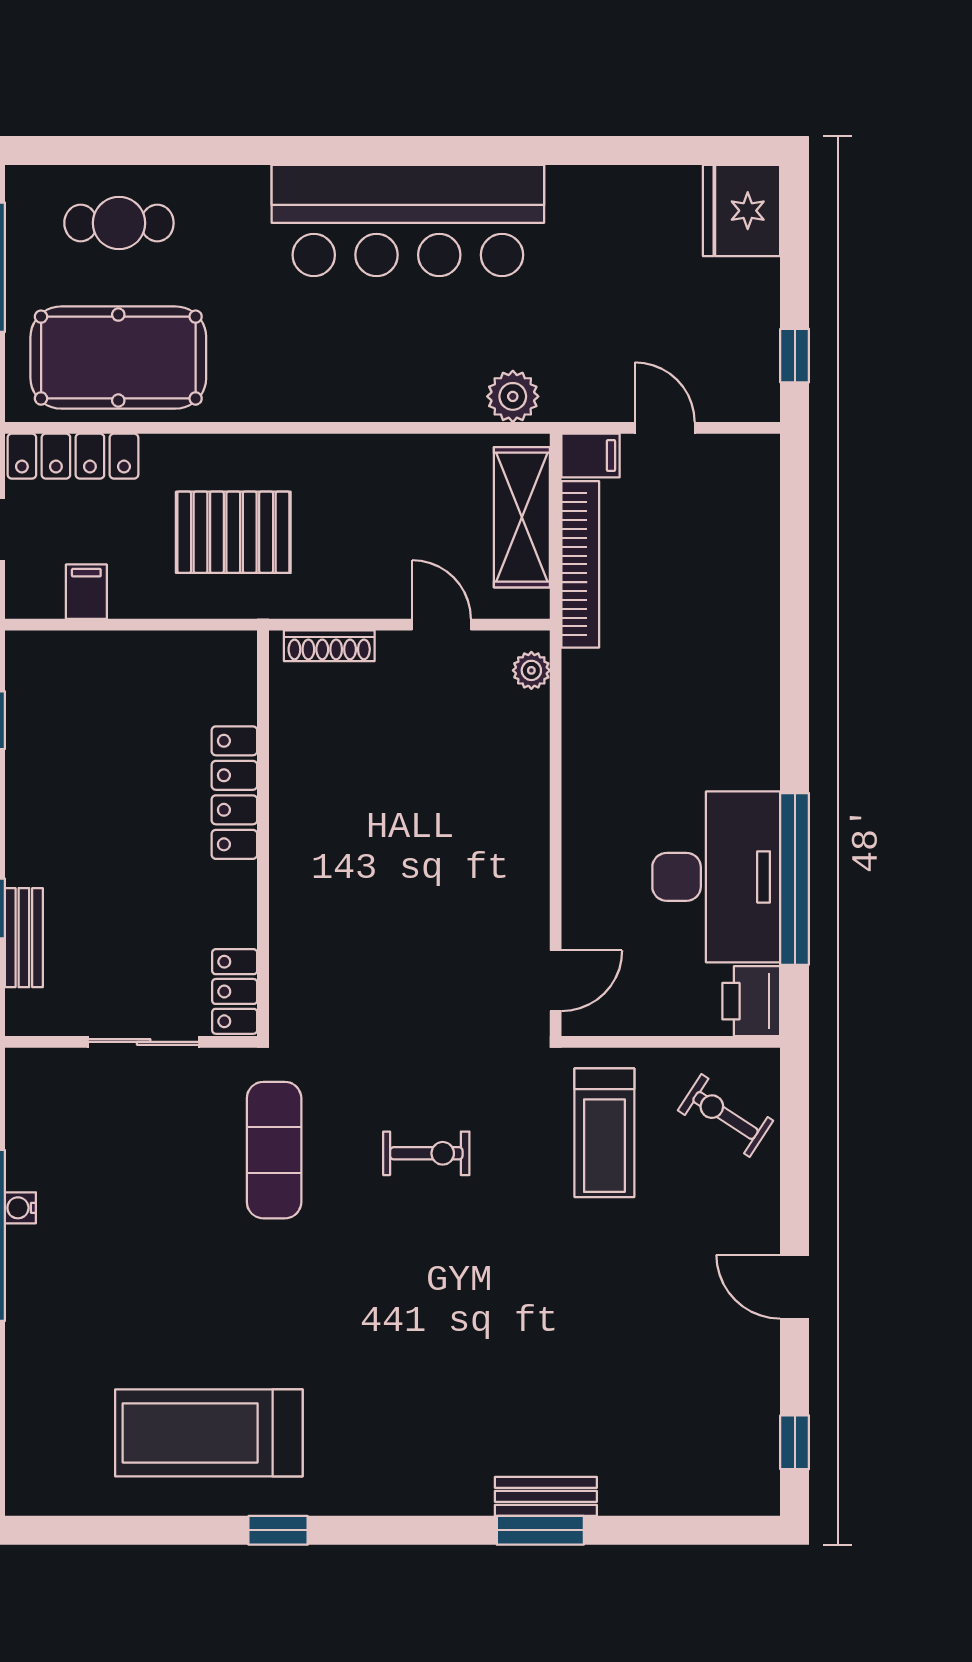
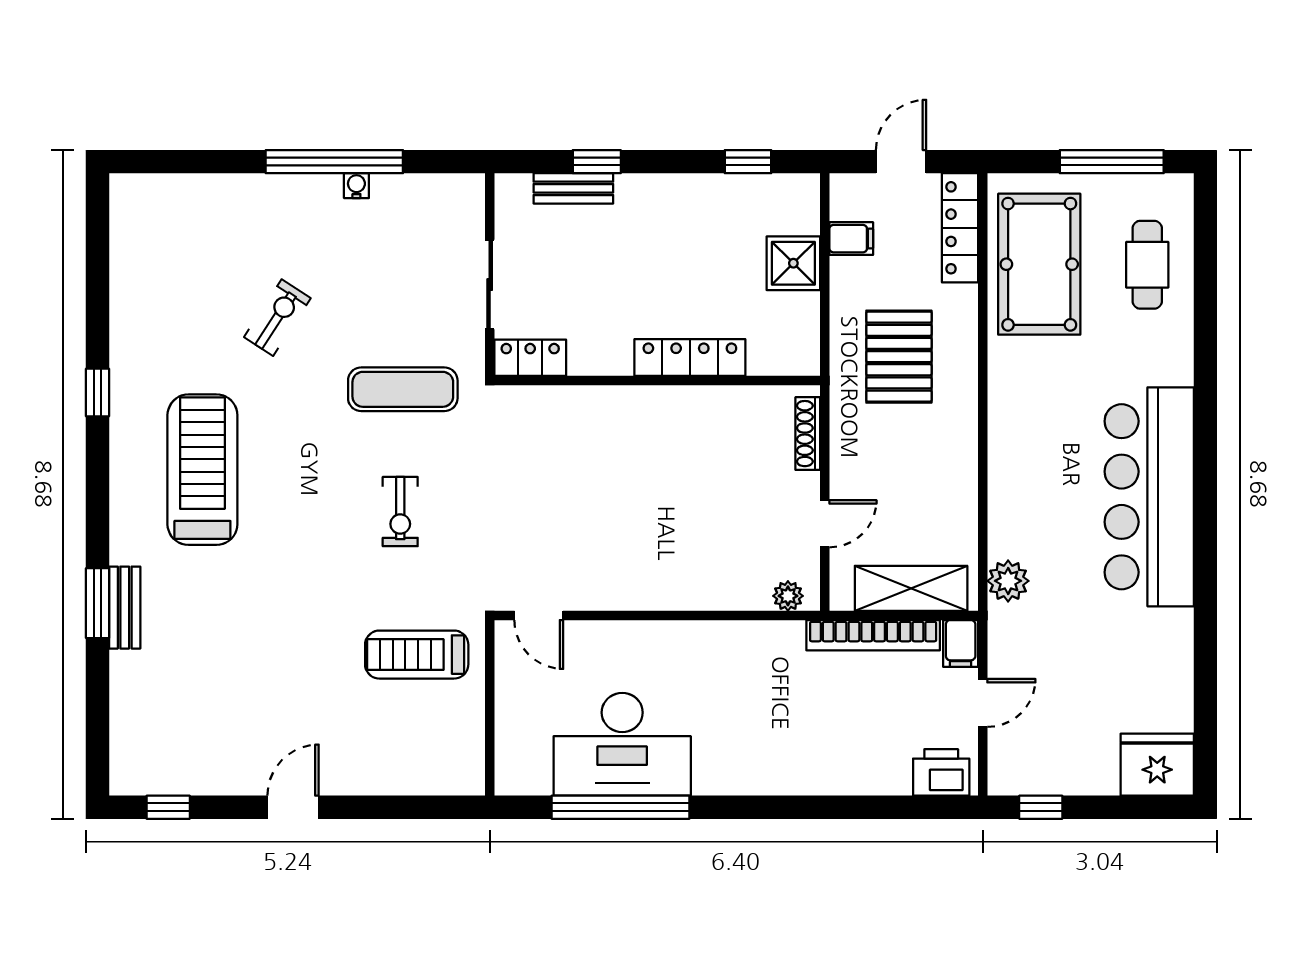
shower: (117, 664) -> (793, 263), added
printer: (751, 1001) -> (941, 772), moved
exercise bike: (726, 1116) -> (277, 318), moved
treadmill: (209, 1433) -> (202, 470), moved

